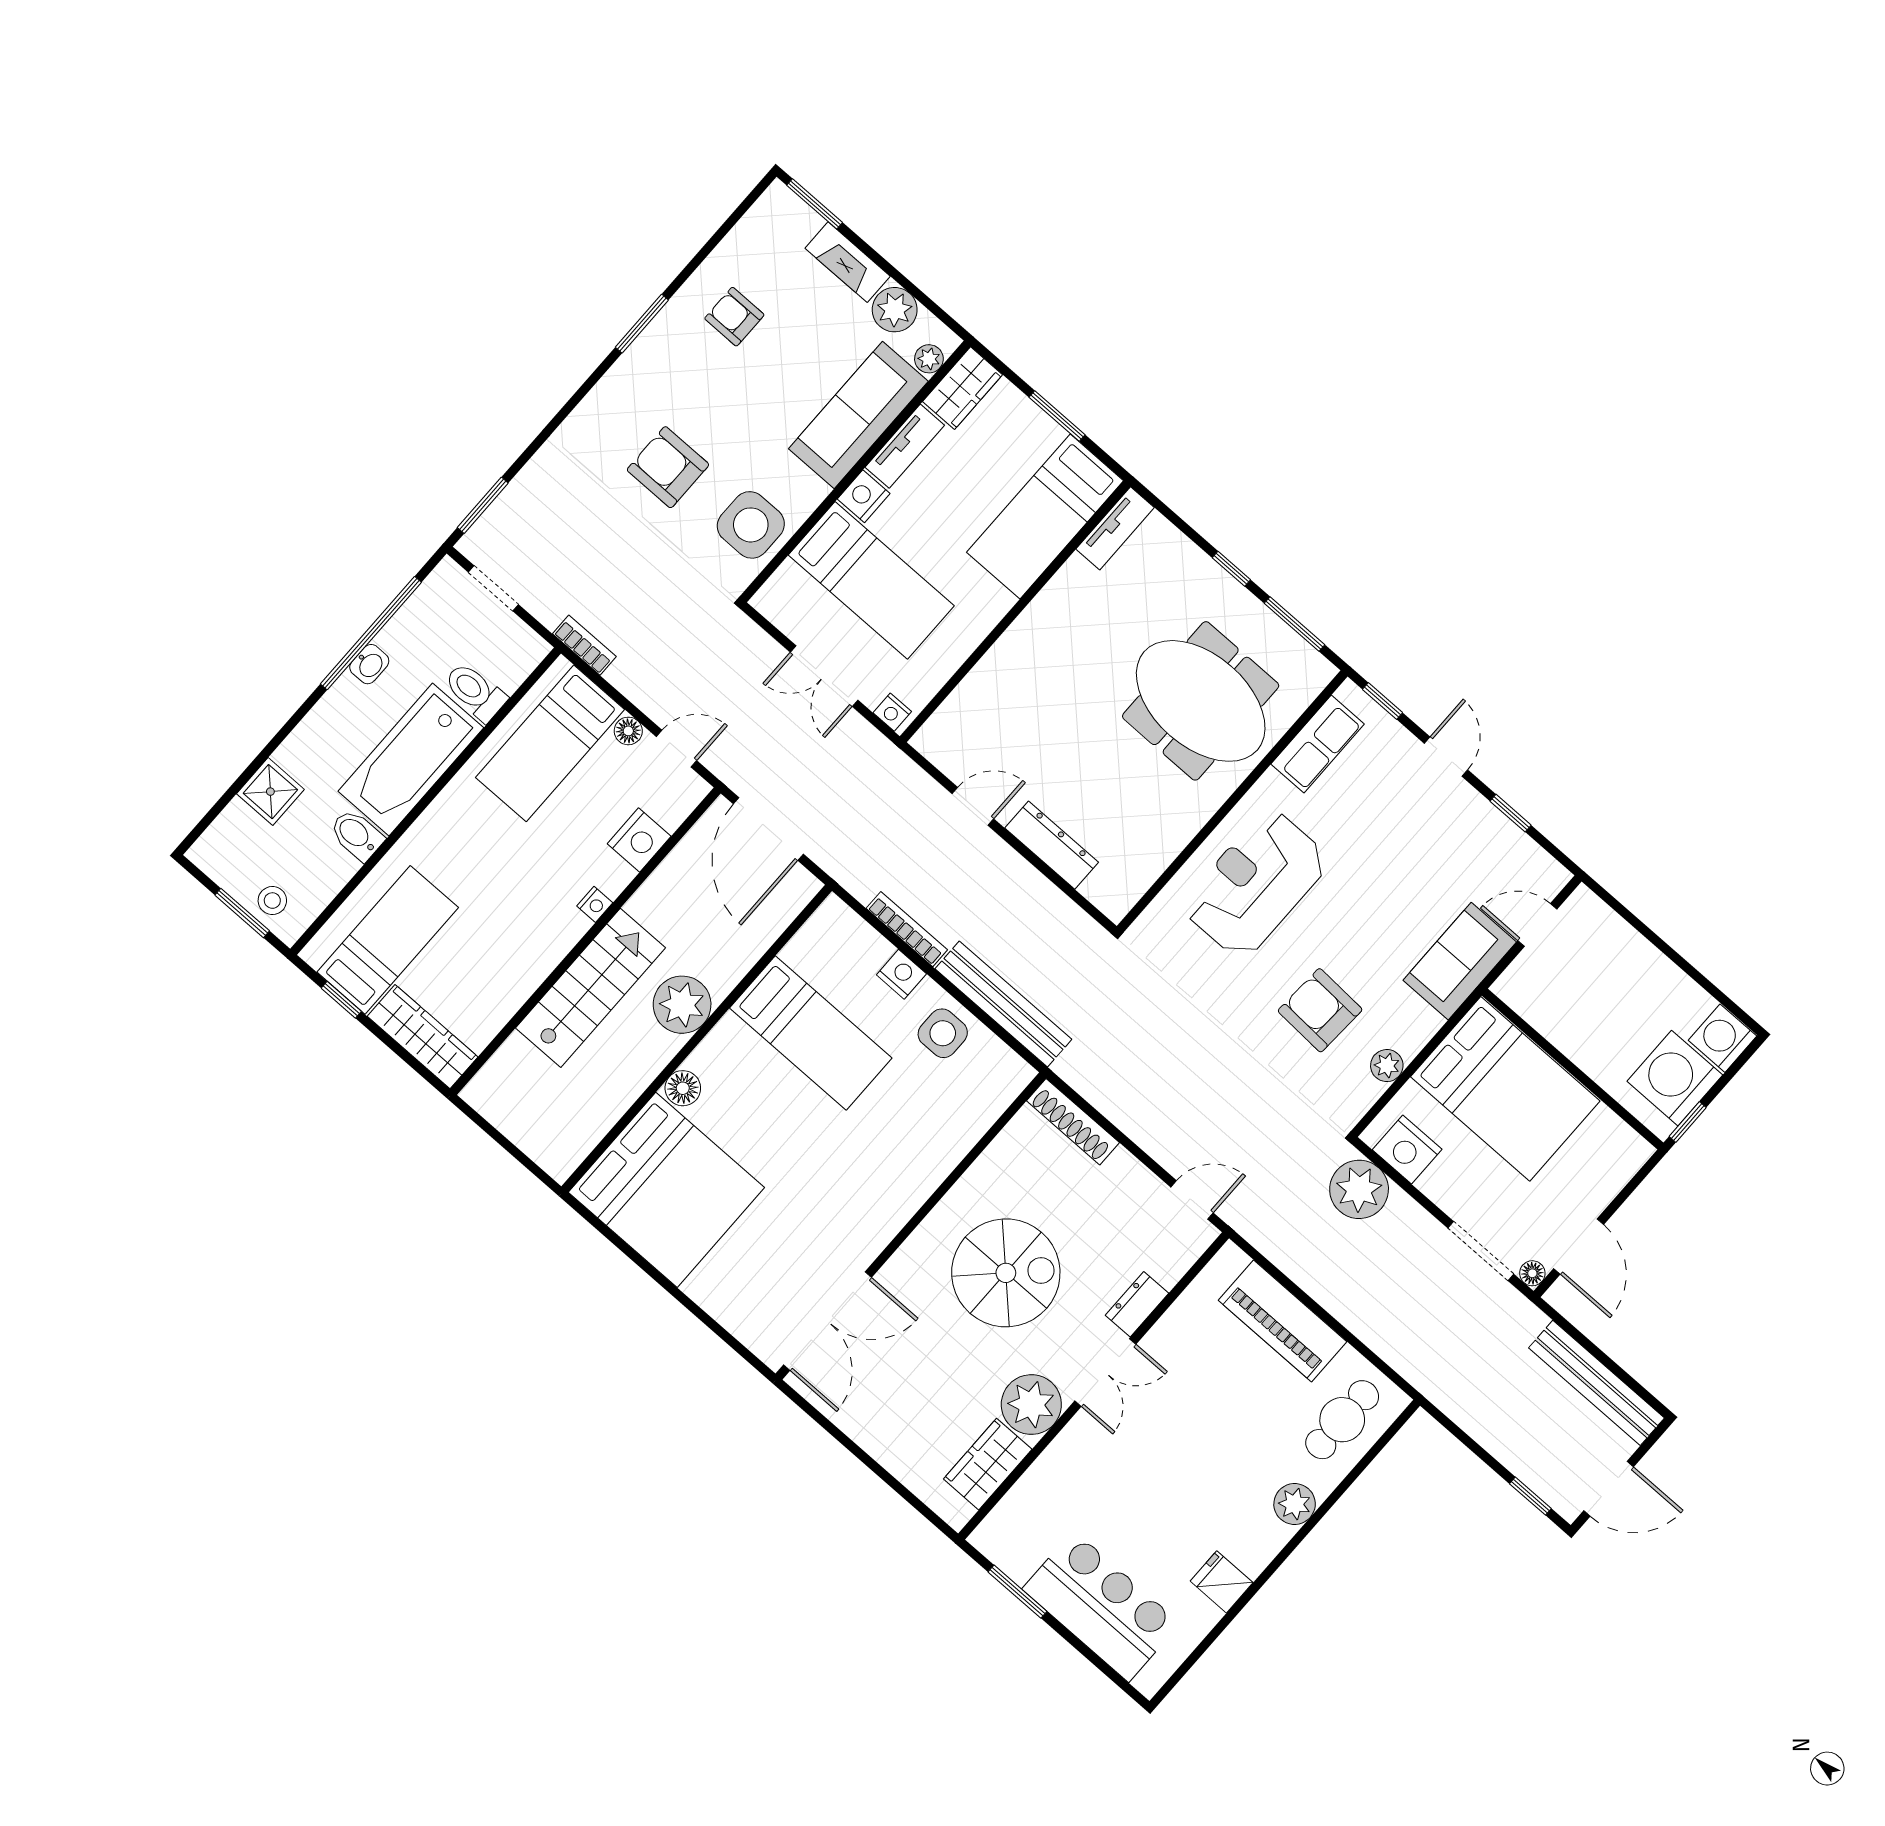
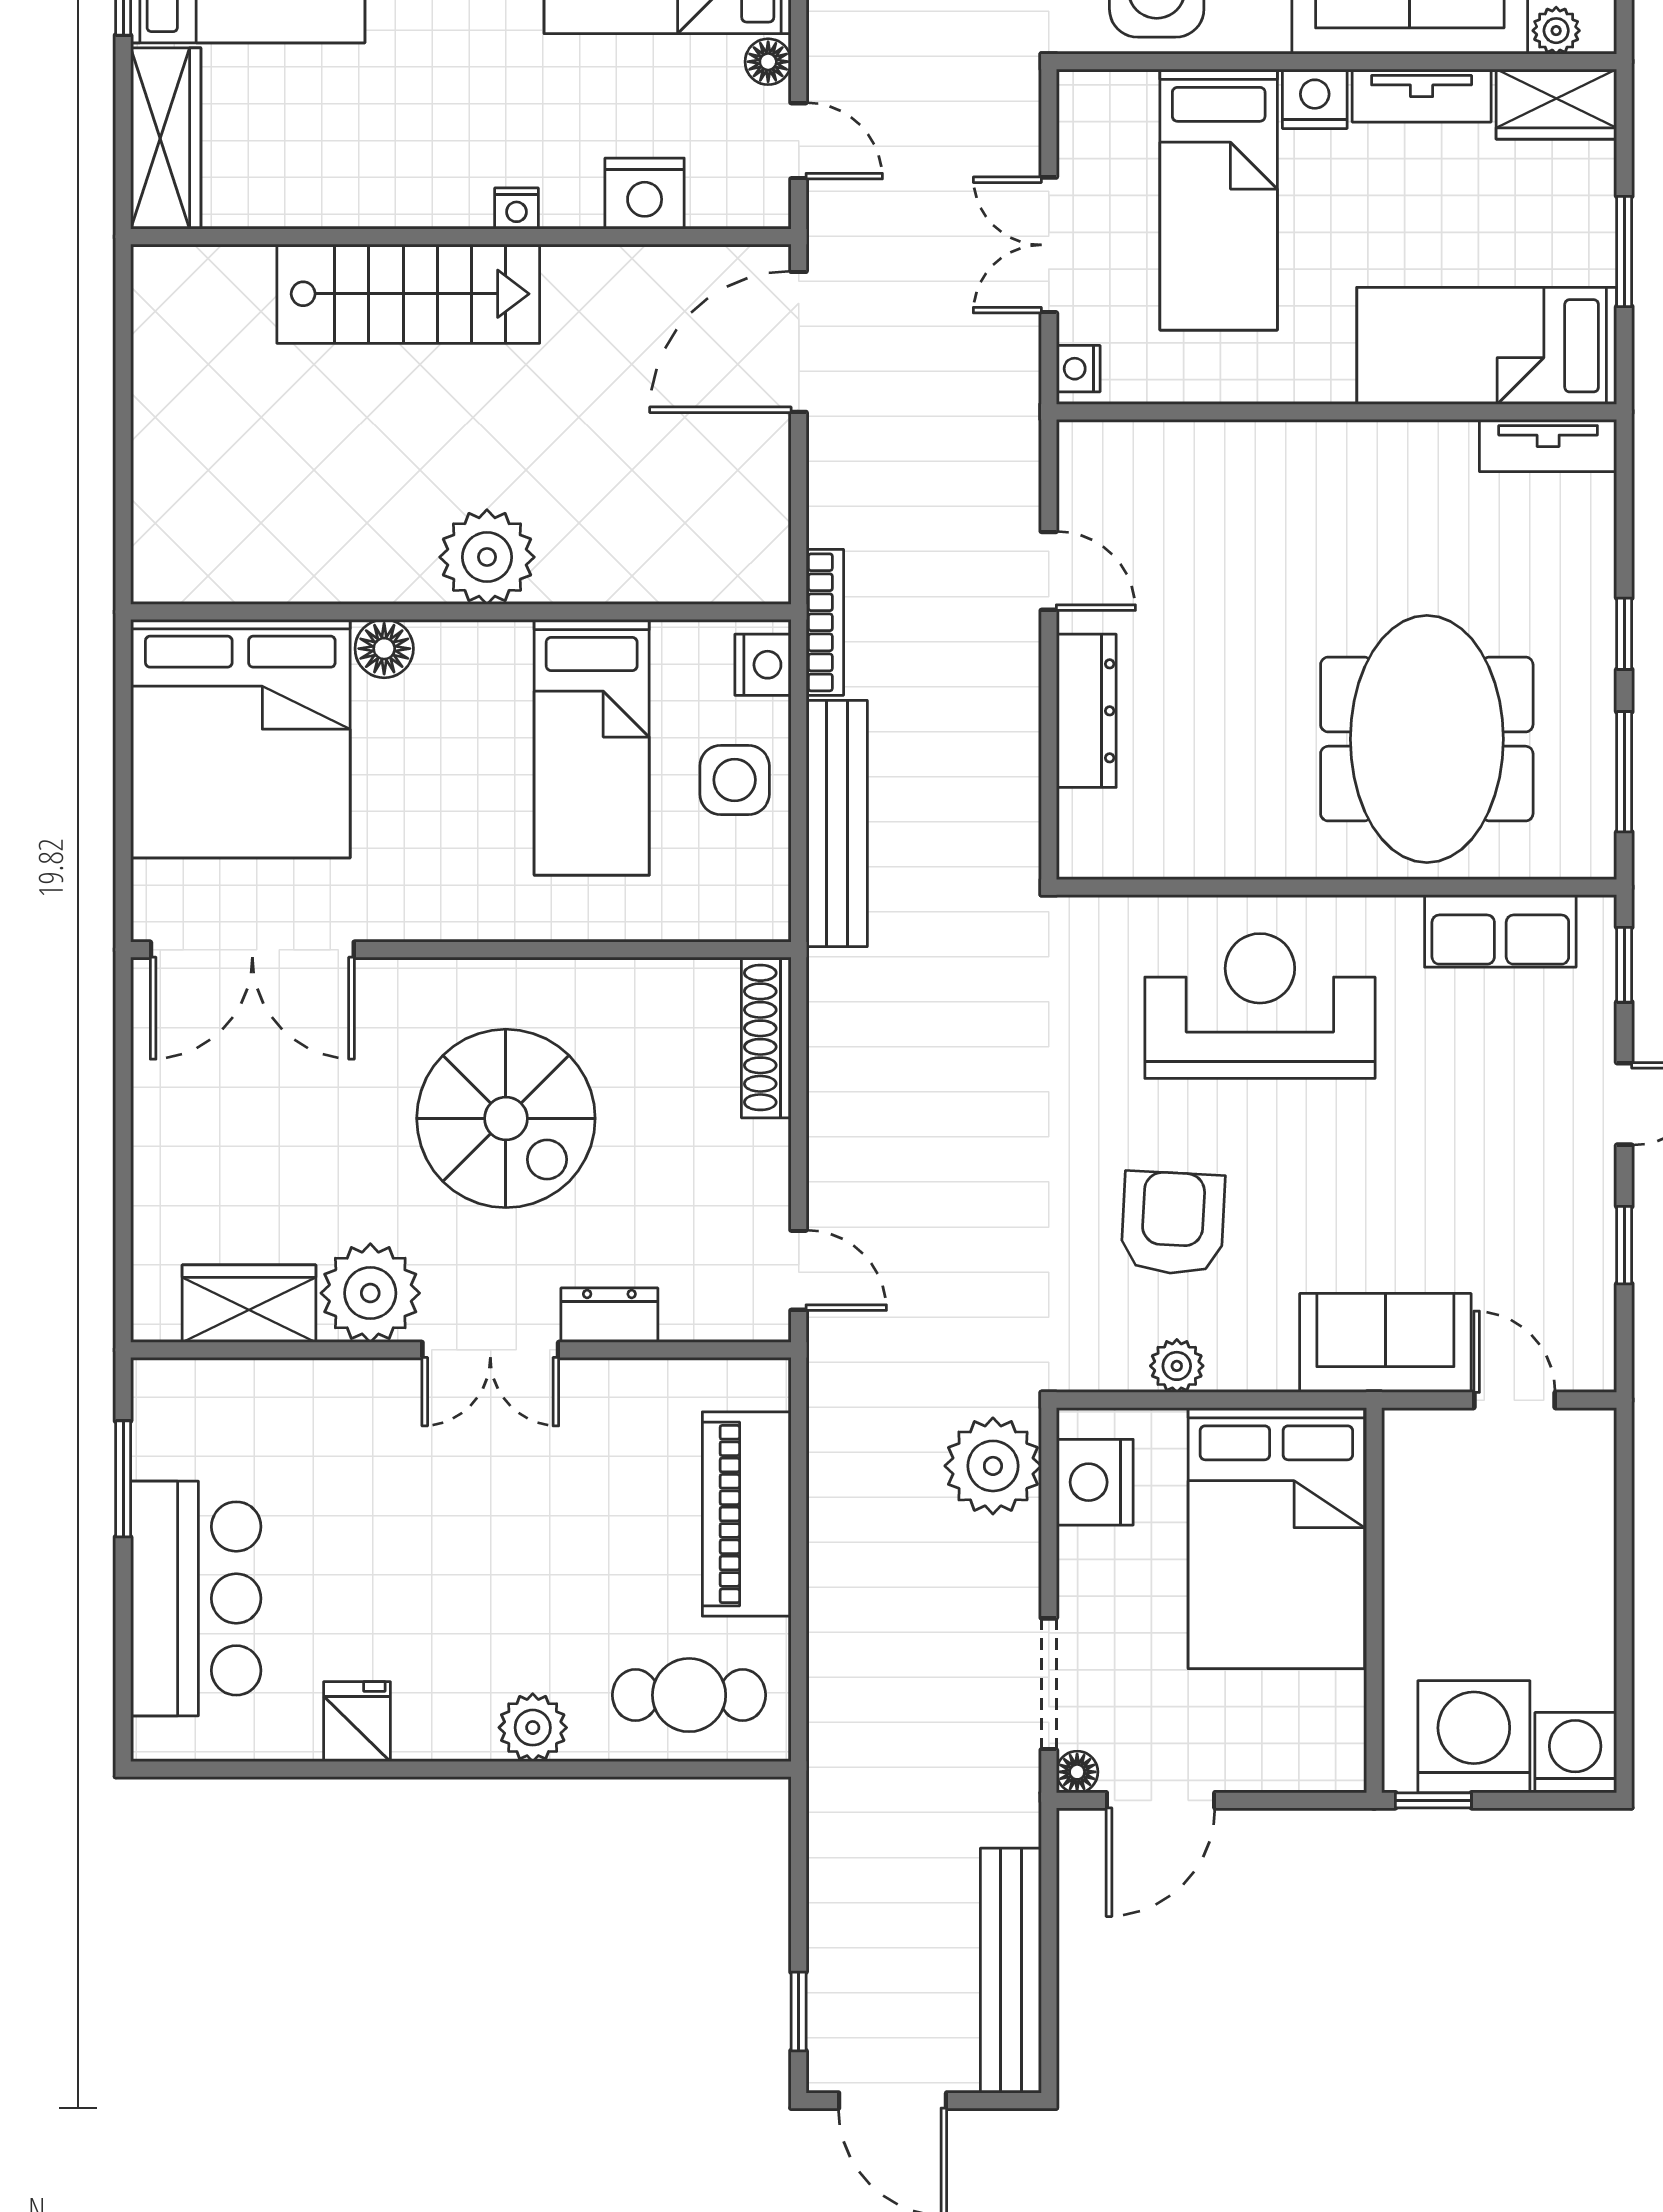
plant: (682, 1005) -> (487, 557), moved
bed: (811, 1033) -> (592, 747), moved
wall: (697, 1039) -> (461, 612), moved
floor lamp: (683, 1088) -> (384, 649), moved
bed: (666, 1190) -> (240, 739), moved

